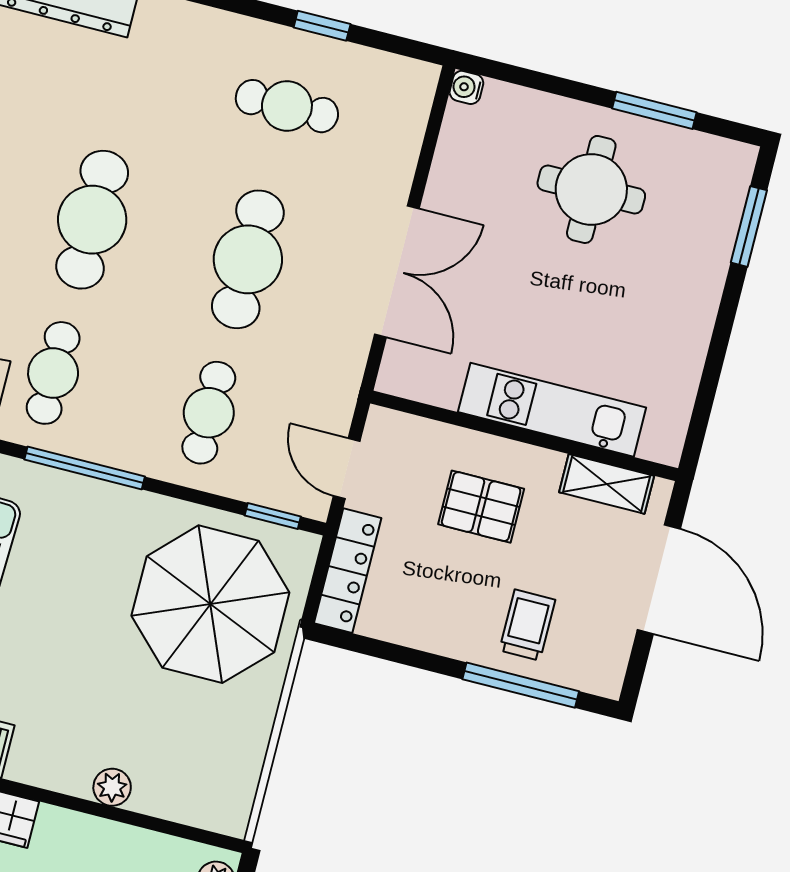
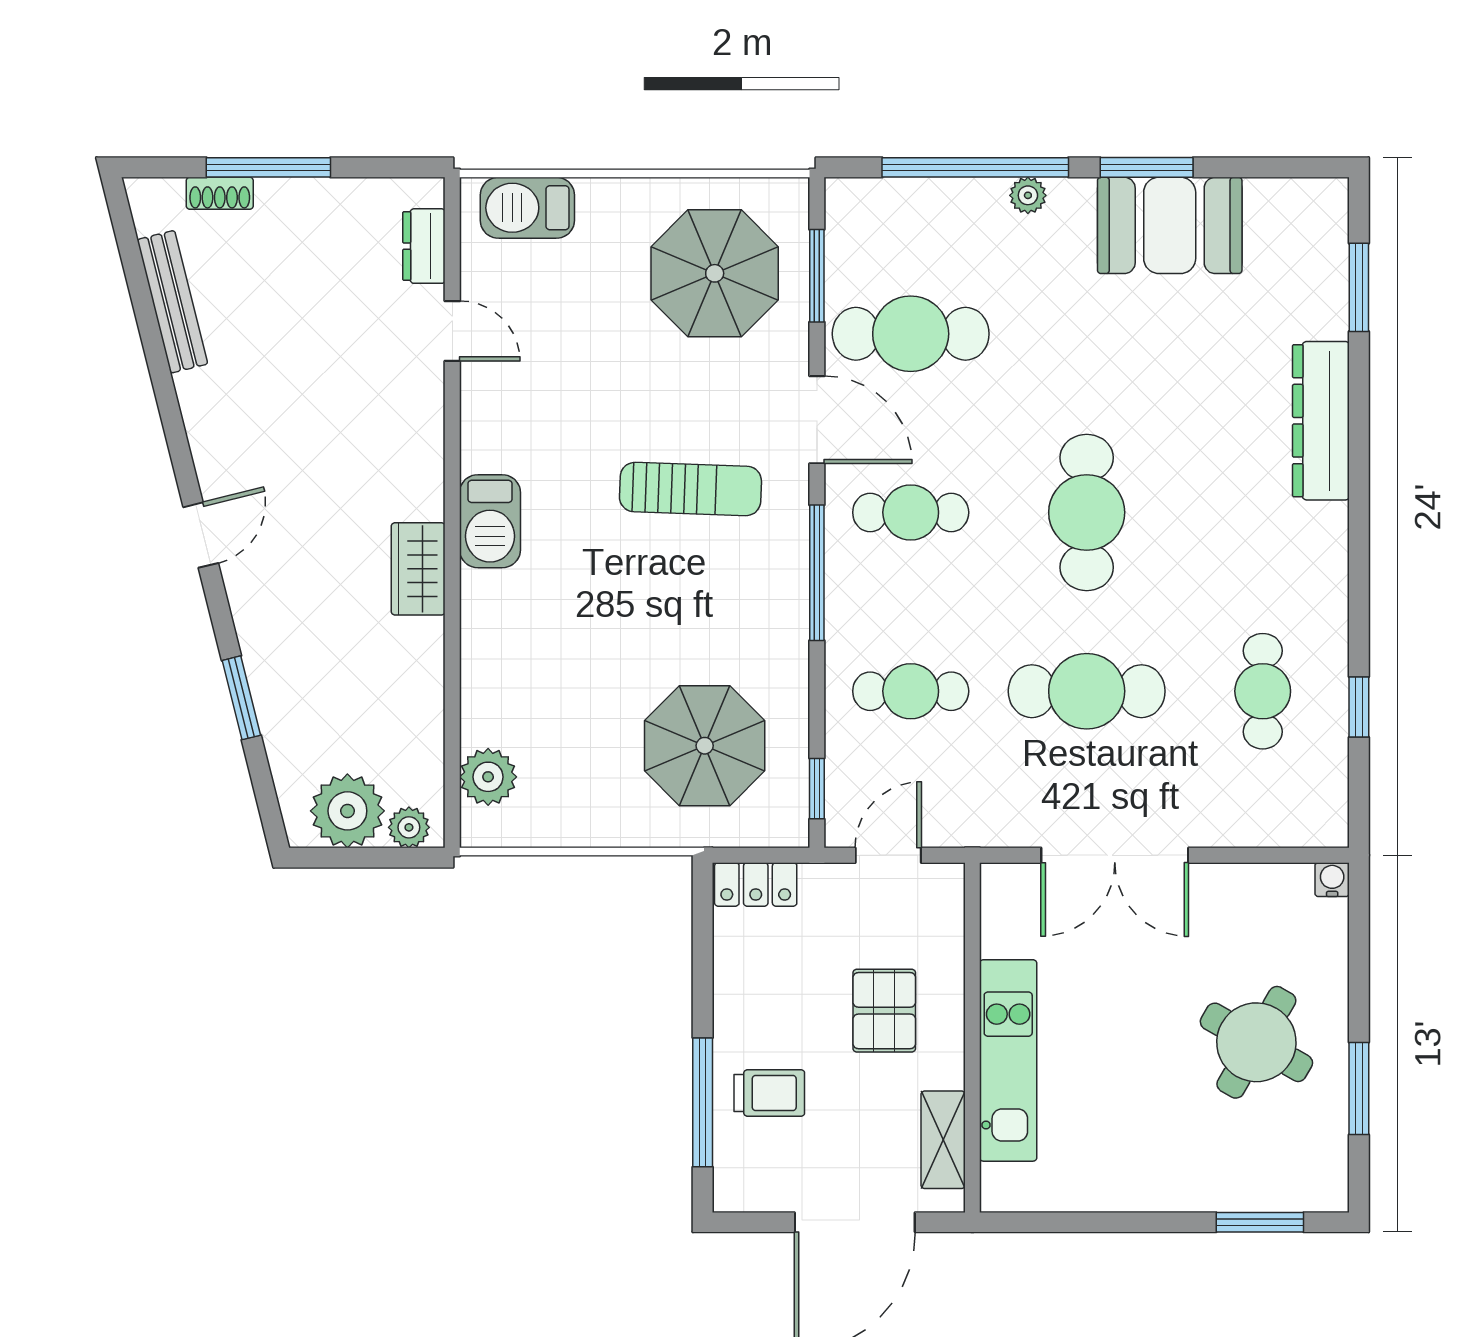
round table: (591, 189) -> (1256, 1042), turned 30
cafe table: (92, 220) -> (1087, 512), turned 90
locker: (348, 571) -> (756, 884), width x0.66
parasol: (210, 604) -> (705, 746), width x0.73, depth x0.73
plant: (112, 787) -> (488, 777), moved, width x1.38, depth x1.38

